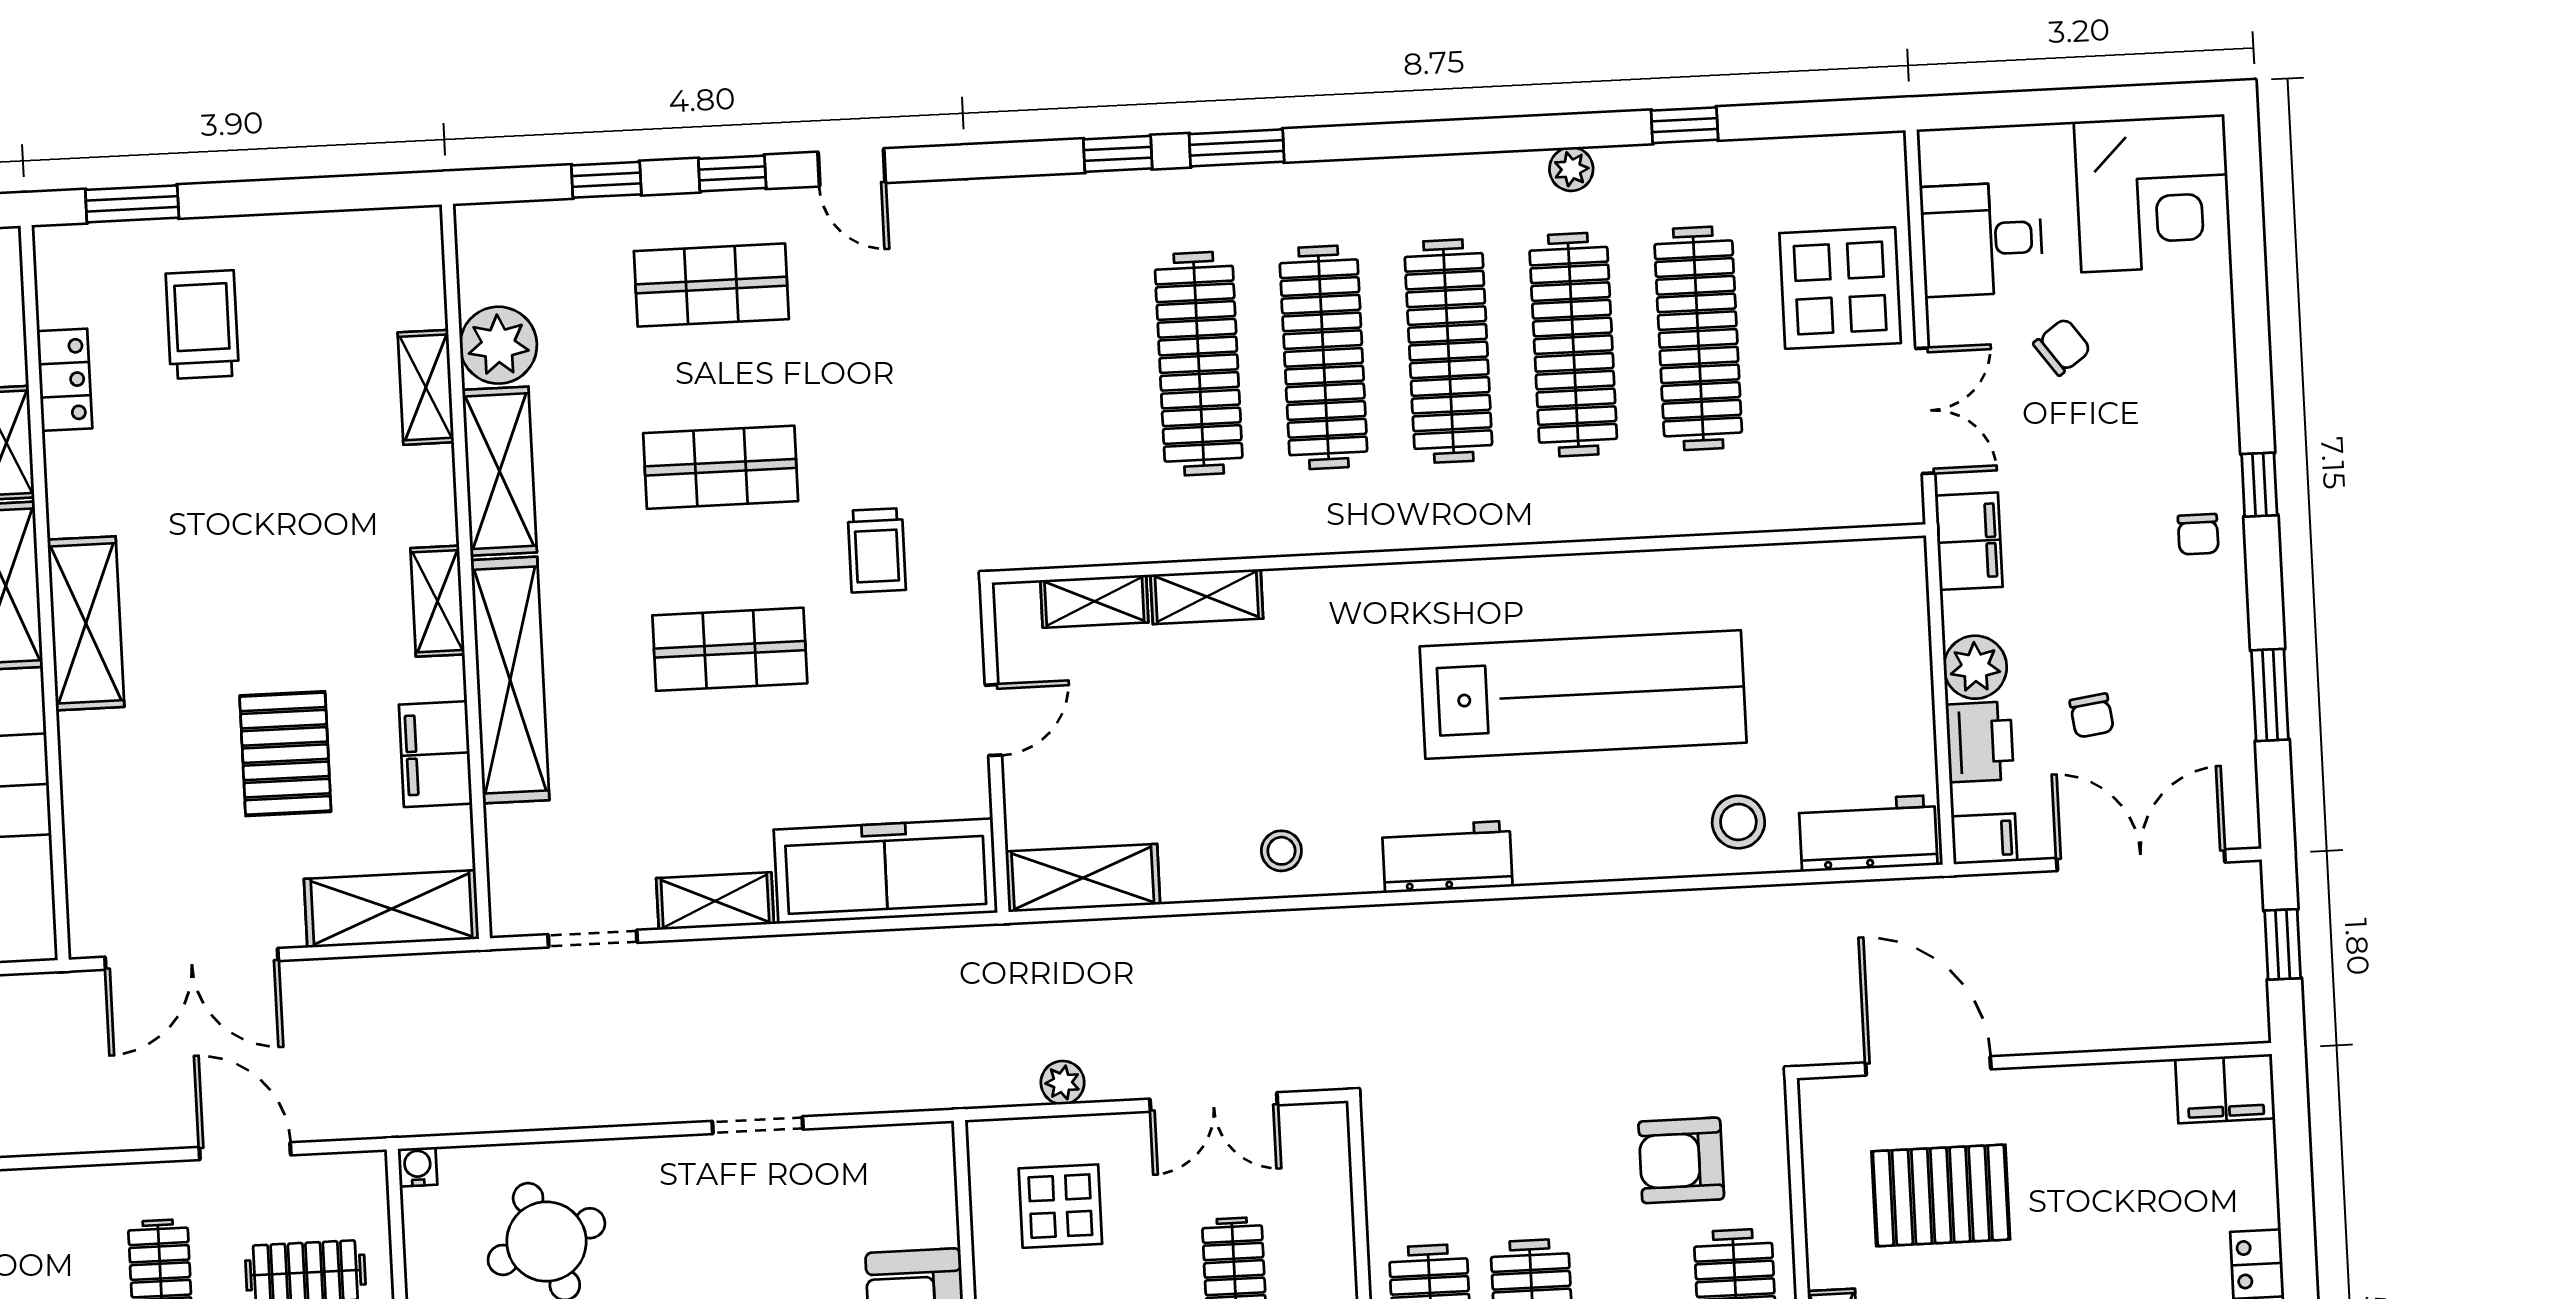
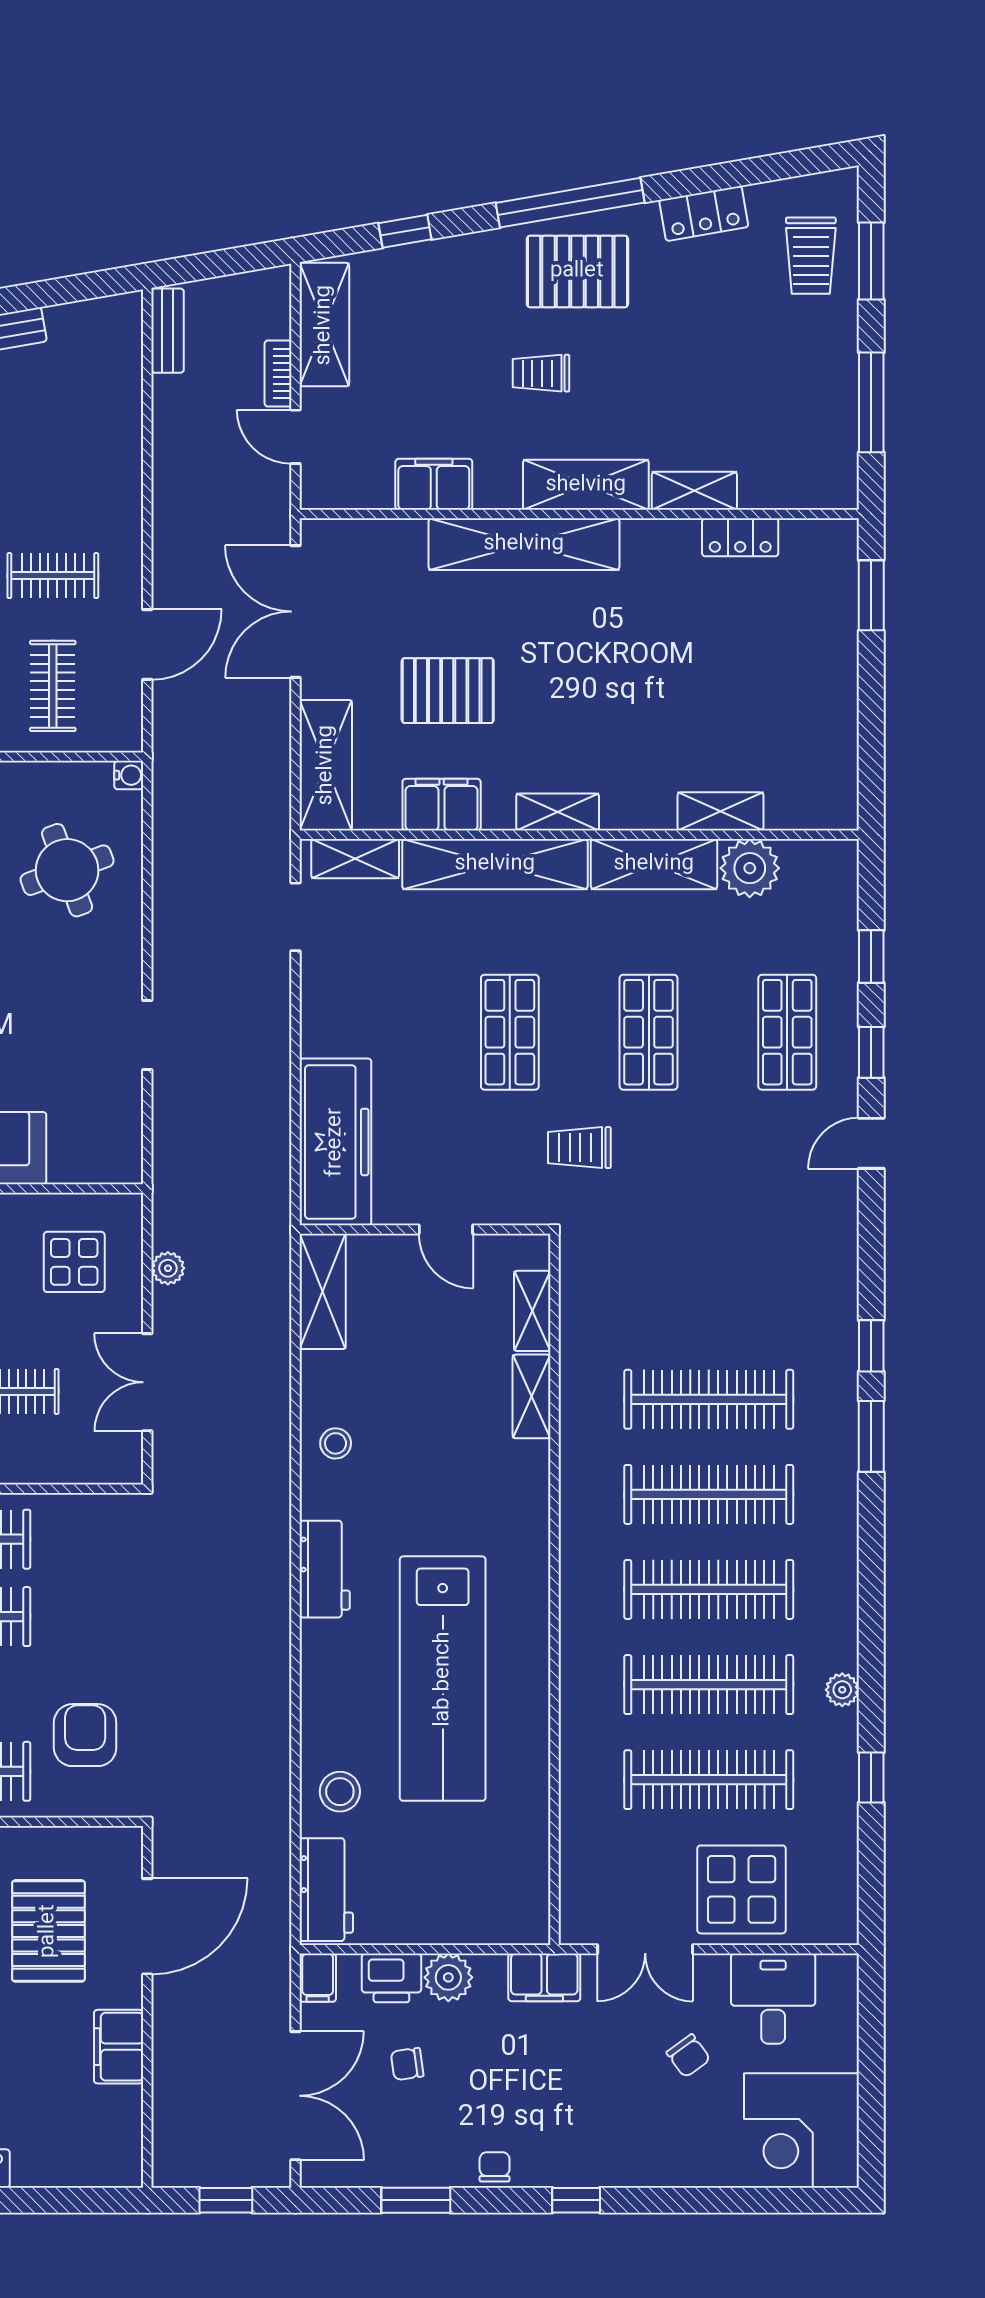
trolley: (202, 325) -> (777, 644), removed
chair: (2198, 534) -> (495, 2167), moved, turned 90
shelving: (86, 623) -> (524, 544), width x1.47
shelving: (715, 901) -> (355, 859), moved, turned 90
filing cabinet: (2225, 1089) -> (119, 2047), moved

